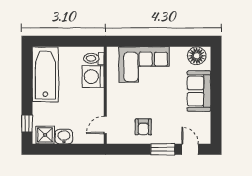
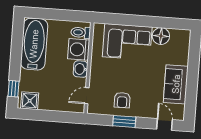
floor lamp: (197, 56) -> (161, 36), moved
sofa: (199, 91) -> (176, 84), moved
washbasin: (64, 137) -> (81, 69), moved, turned -90
window: (163, 149) -> (124, 121), moved

